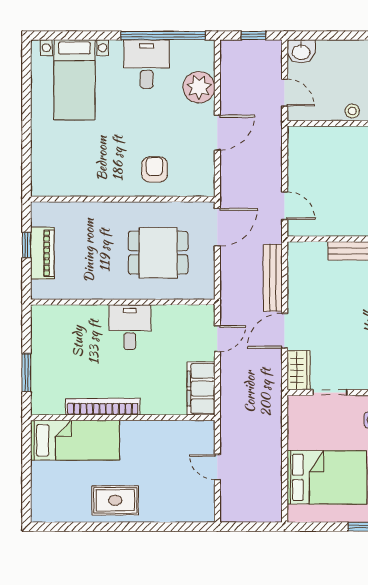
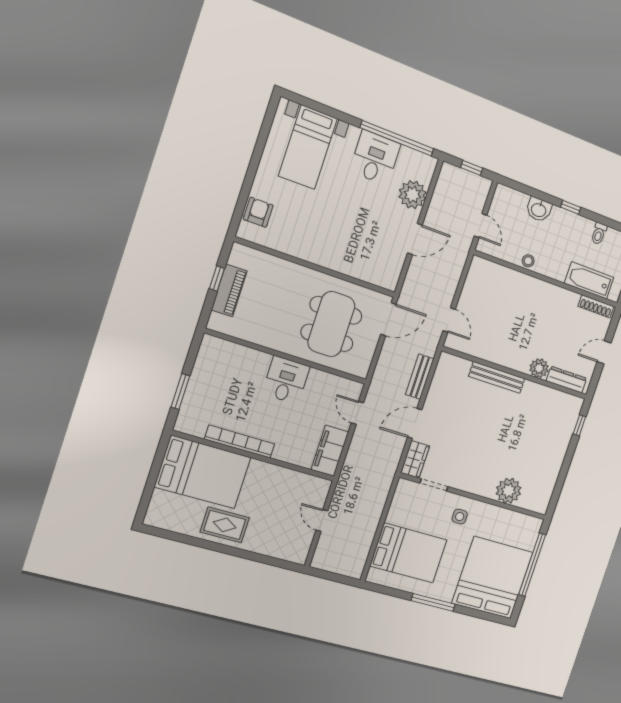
washbasin: (301, 51) -> (539, 210), moved
armchair: (155, 169) -> (258, 212), moved
dining table: (158, 253) -> (331, 324), width x1.38
bench: (273, 278) -> (420, 377), width x0.73
door: (217, 339) -> (357, 413), swing flipped
bed: (75, 440) -> (203, 472), width x1.50

